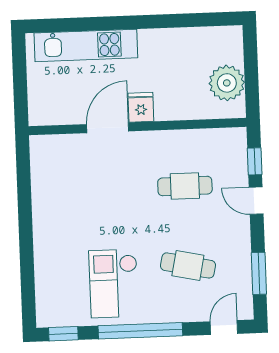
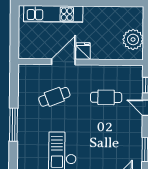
window: (26, 241) -> (14, 125), added
cafe table: (188, 265) -> (54, 97), moved, turned -33

